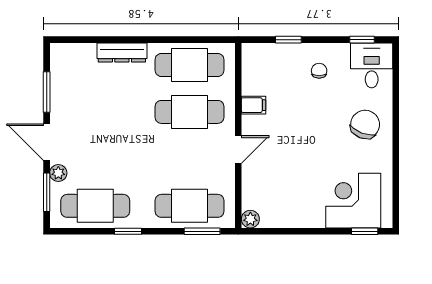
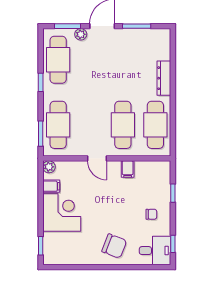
corner desk: (353, 201) -> (62, 213), moved
filing cabinet: (278, 216) -> (51, 186), added

